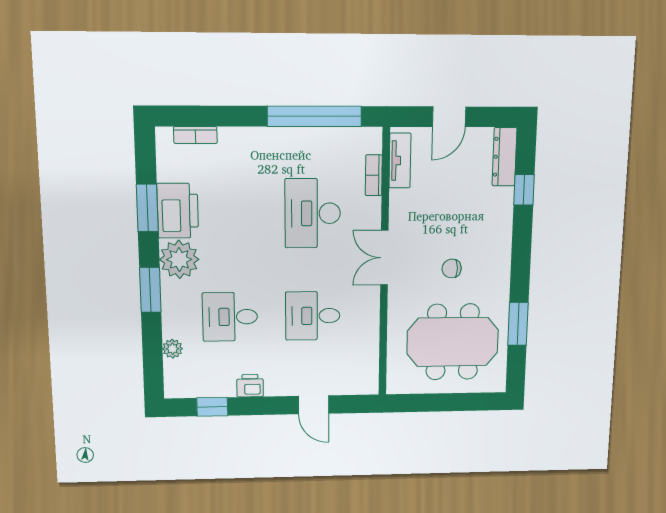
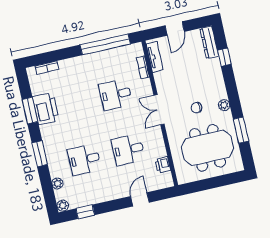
desk: (313, 213) -> (116, 94), width x0.73
plant: (179, 259) -> (63, 206), moved, width x0.53, depth x0.53
plant: (501, 274) -> (224, 105), added
printer: (250, 386) -> (163, 165), moved, turned -90
door: (313, 405) -> (140, 199), swing flipped

